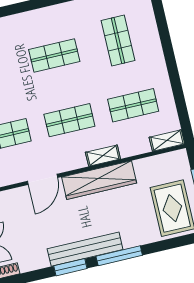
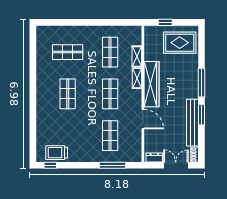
shelving: (167, 141) -> (137, 56), moved
bench: (85, 249) -> (192, 123), moved

